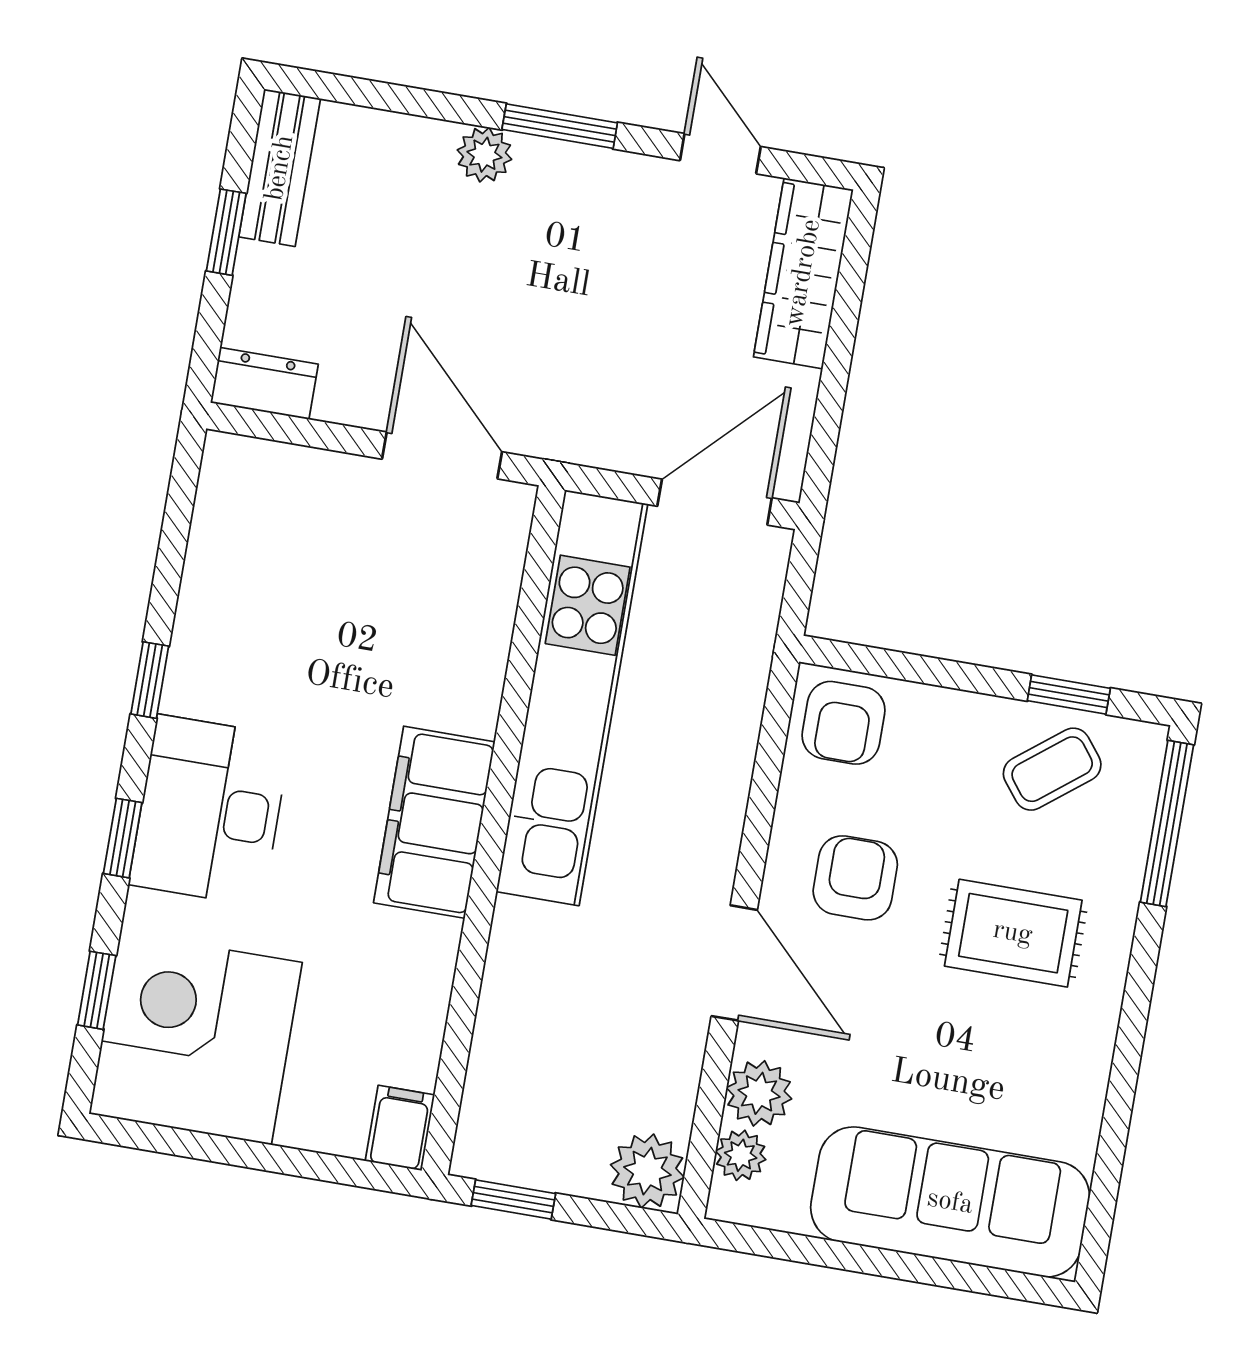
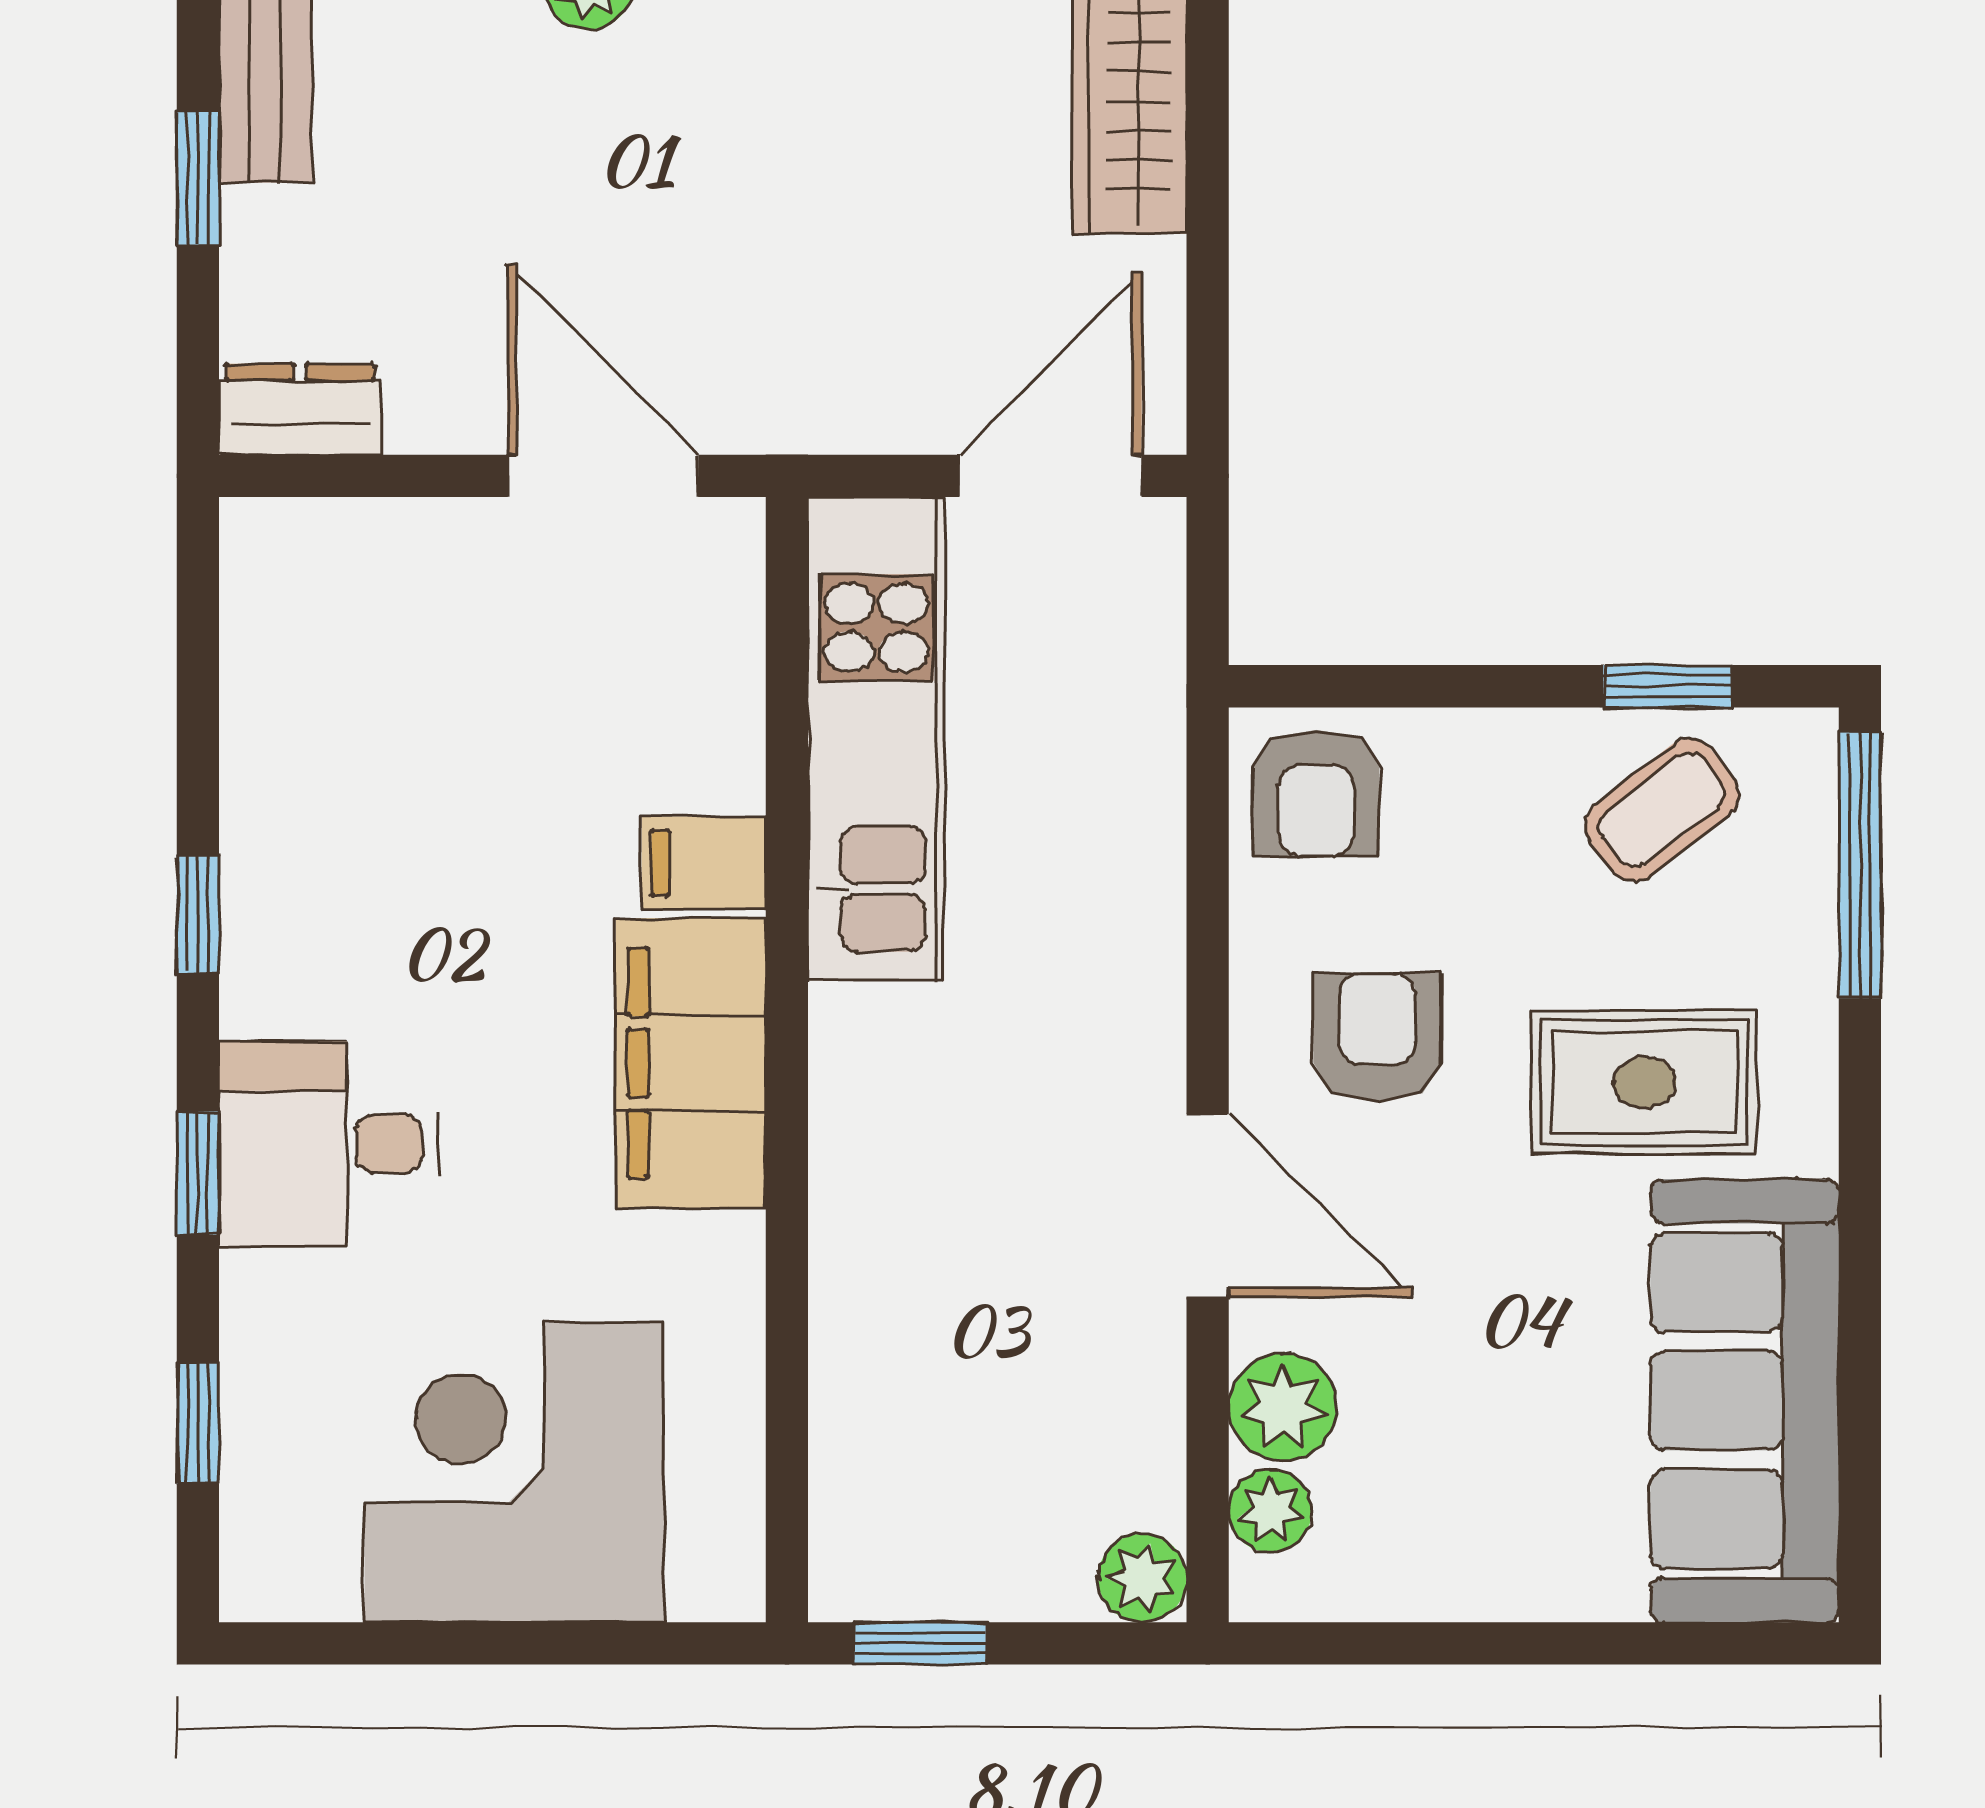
kitchen unit: (572, 698) -> (876, 739), width x0.73
desk: (210, 811) -> (329, 1144), width x0.73
corner desk: (196, 1038) -> (514, 1473), moved
filing cabinet: (400, 1128) -> (704, 863), moved, turned -90
plant: (647, 1171) -> (1142, 1578), width x0.73, depth x0.73
sofa: (950, 1202) -> (1745, 1401), moved, turned -90

